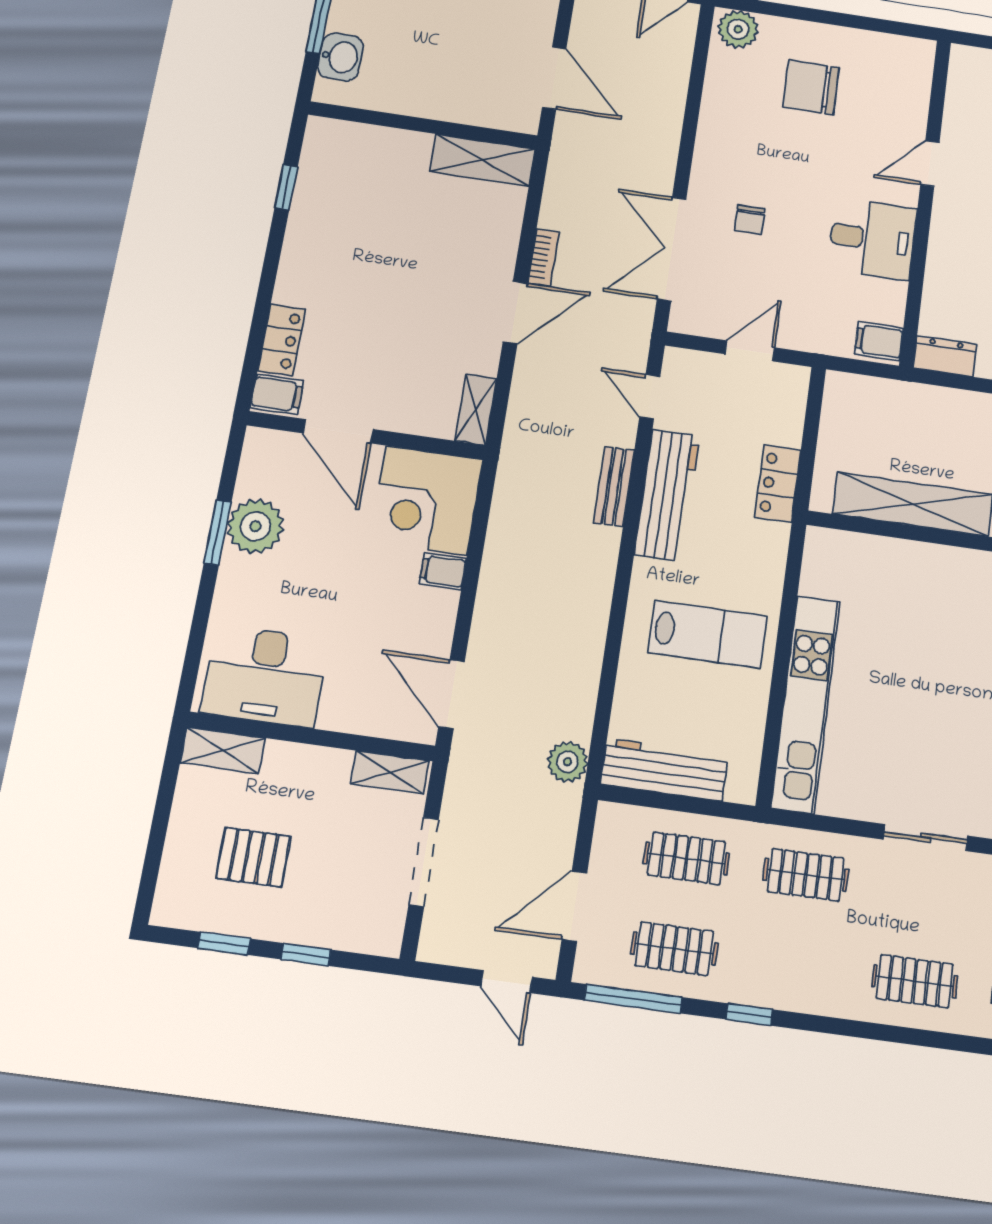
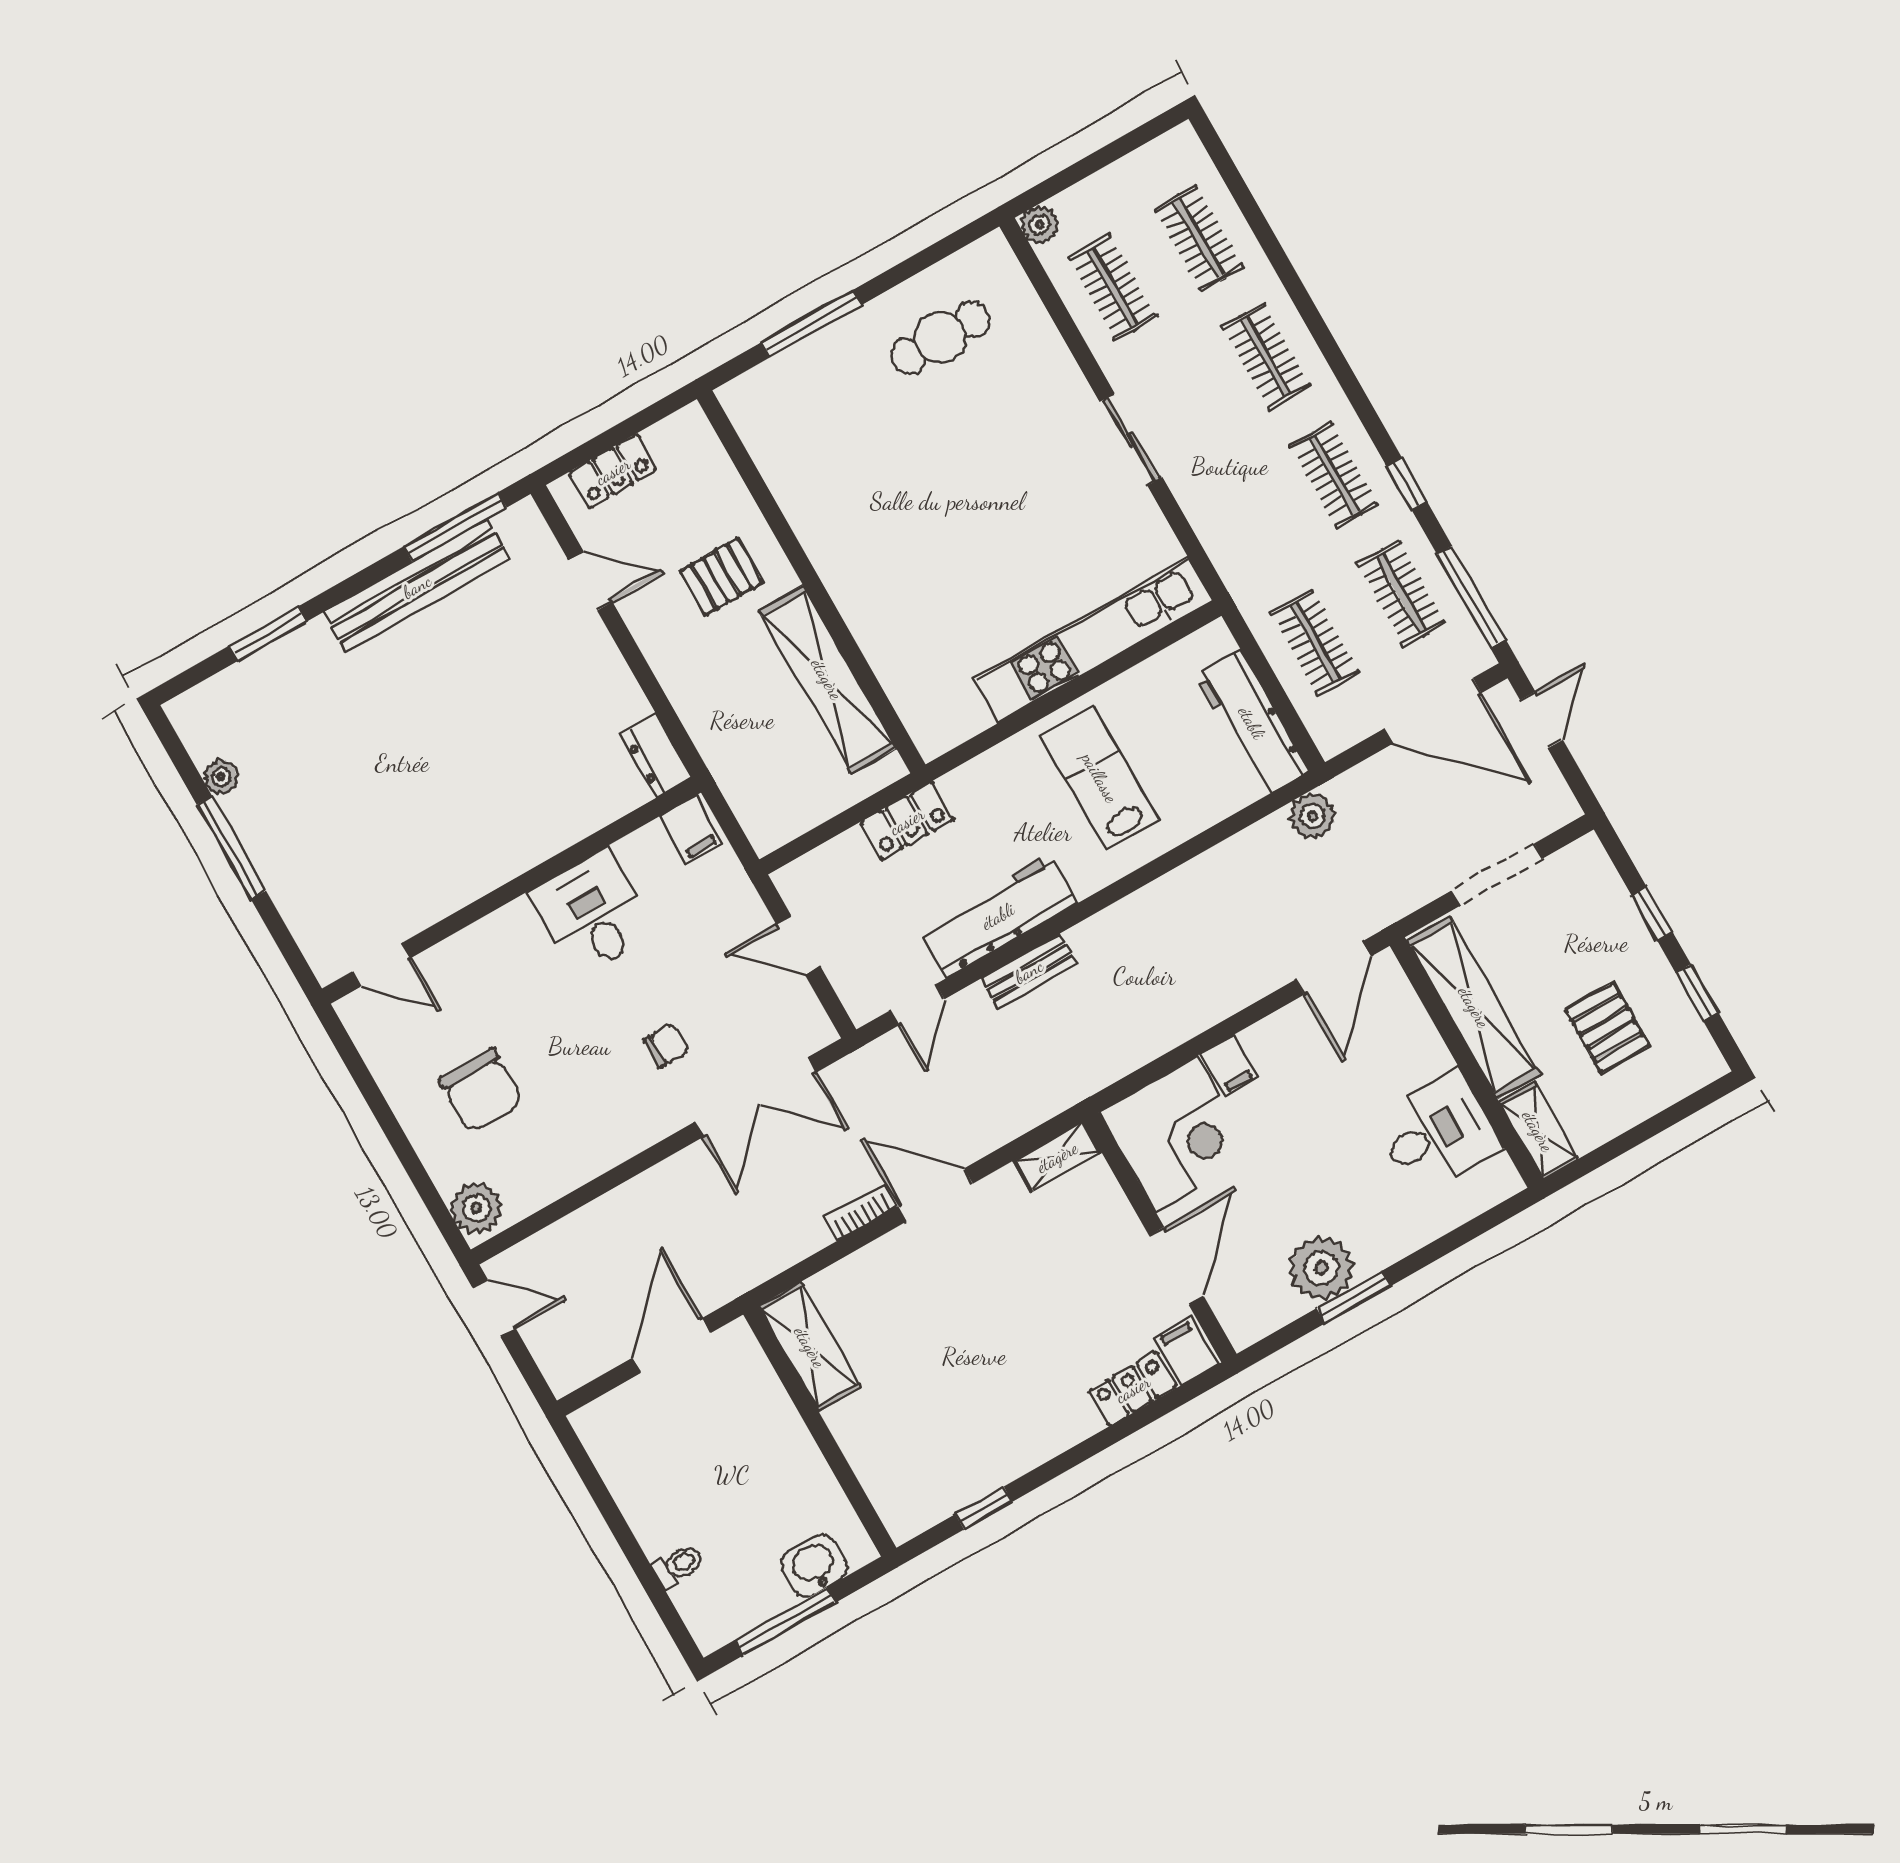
door: (930, 164) -> (381, 965), moved
desk: (265, 676) -> (1437, 1132), width x0.73
shelving: (390, 772) -> (1474, 1007), width x2.20, depth x1.33
clothes rail: (806, 875) -> (1334, 475), moved
door: (574, 906) -> (1433, 711), width x1.36

